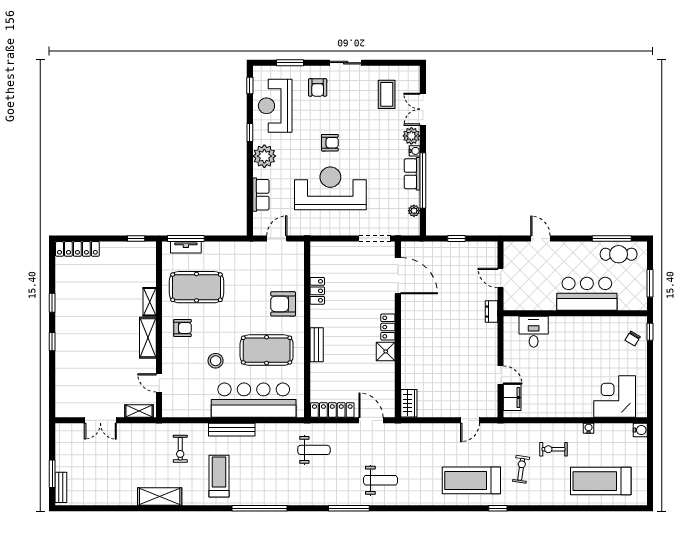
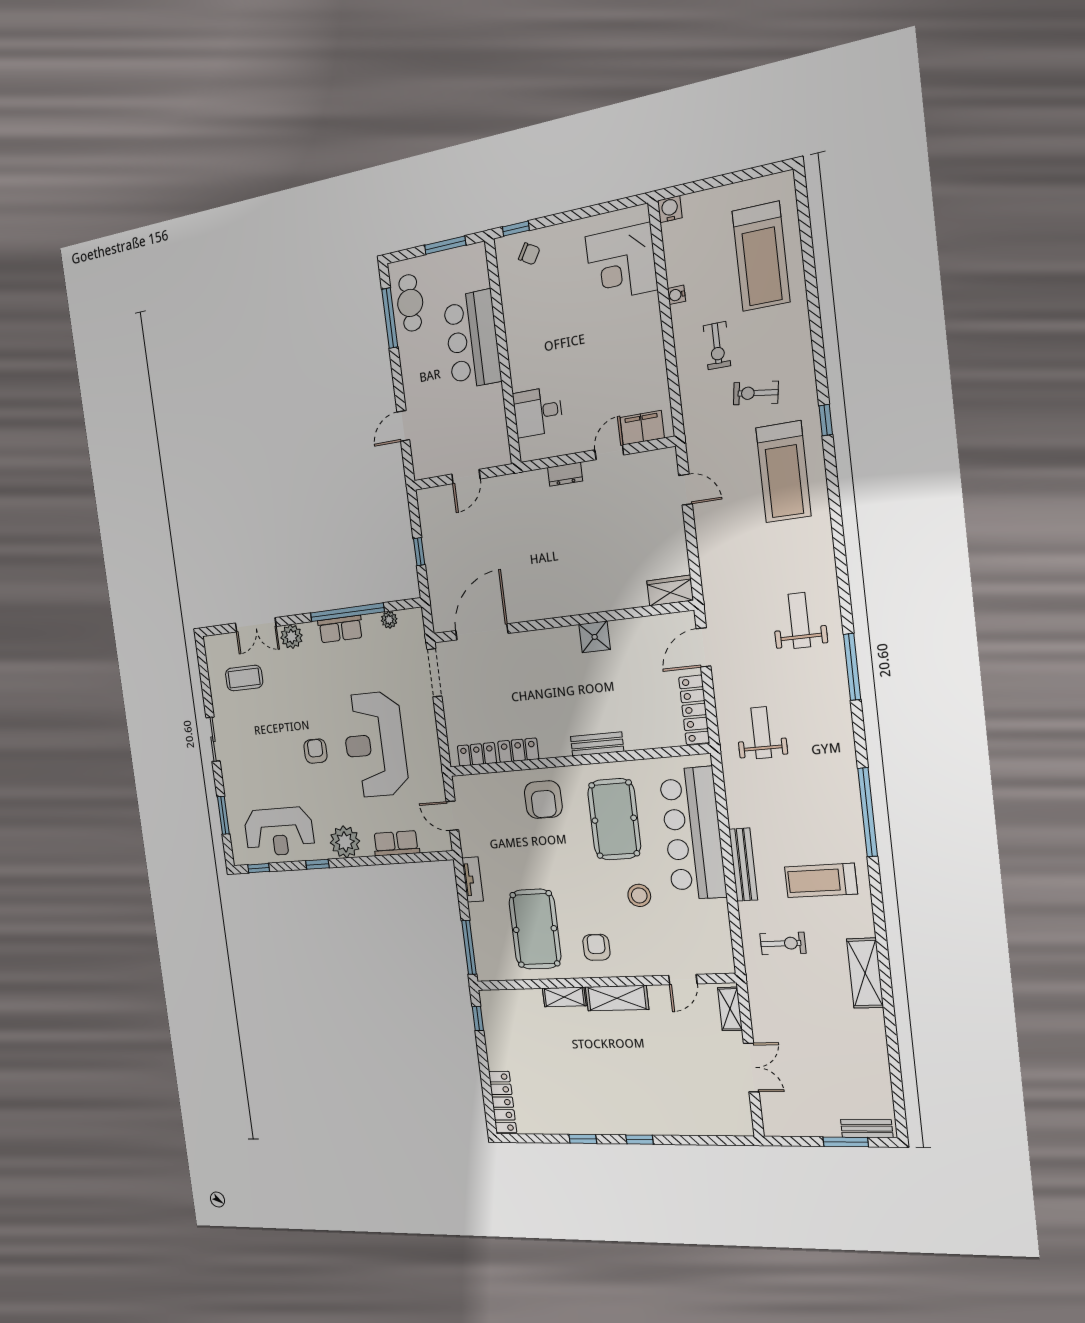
armchair: (318, 87) -> (248, 775), removed
water cooler: (415, 151) -> (310, 629), removed
tv unit: (186, 247) -> (473, 879), moved
dresser: (491, 312) -> (565, 474), moved
locker: (388, 327) -> (477, 754), moved, turned 180

